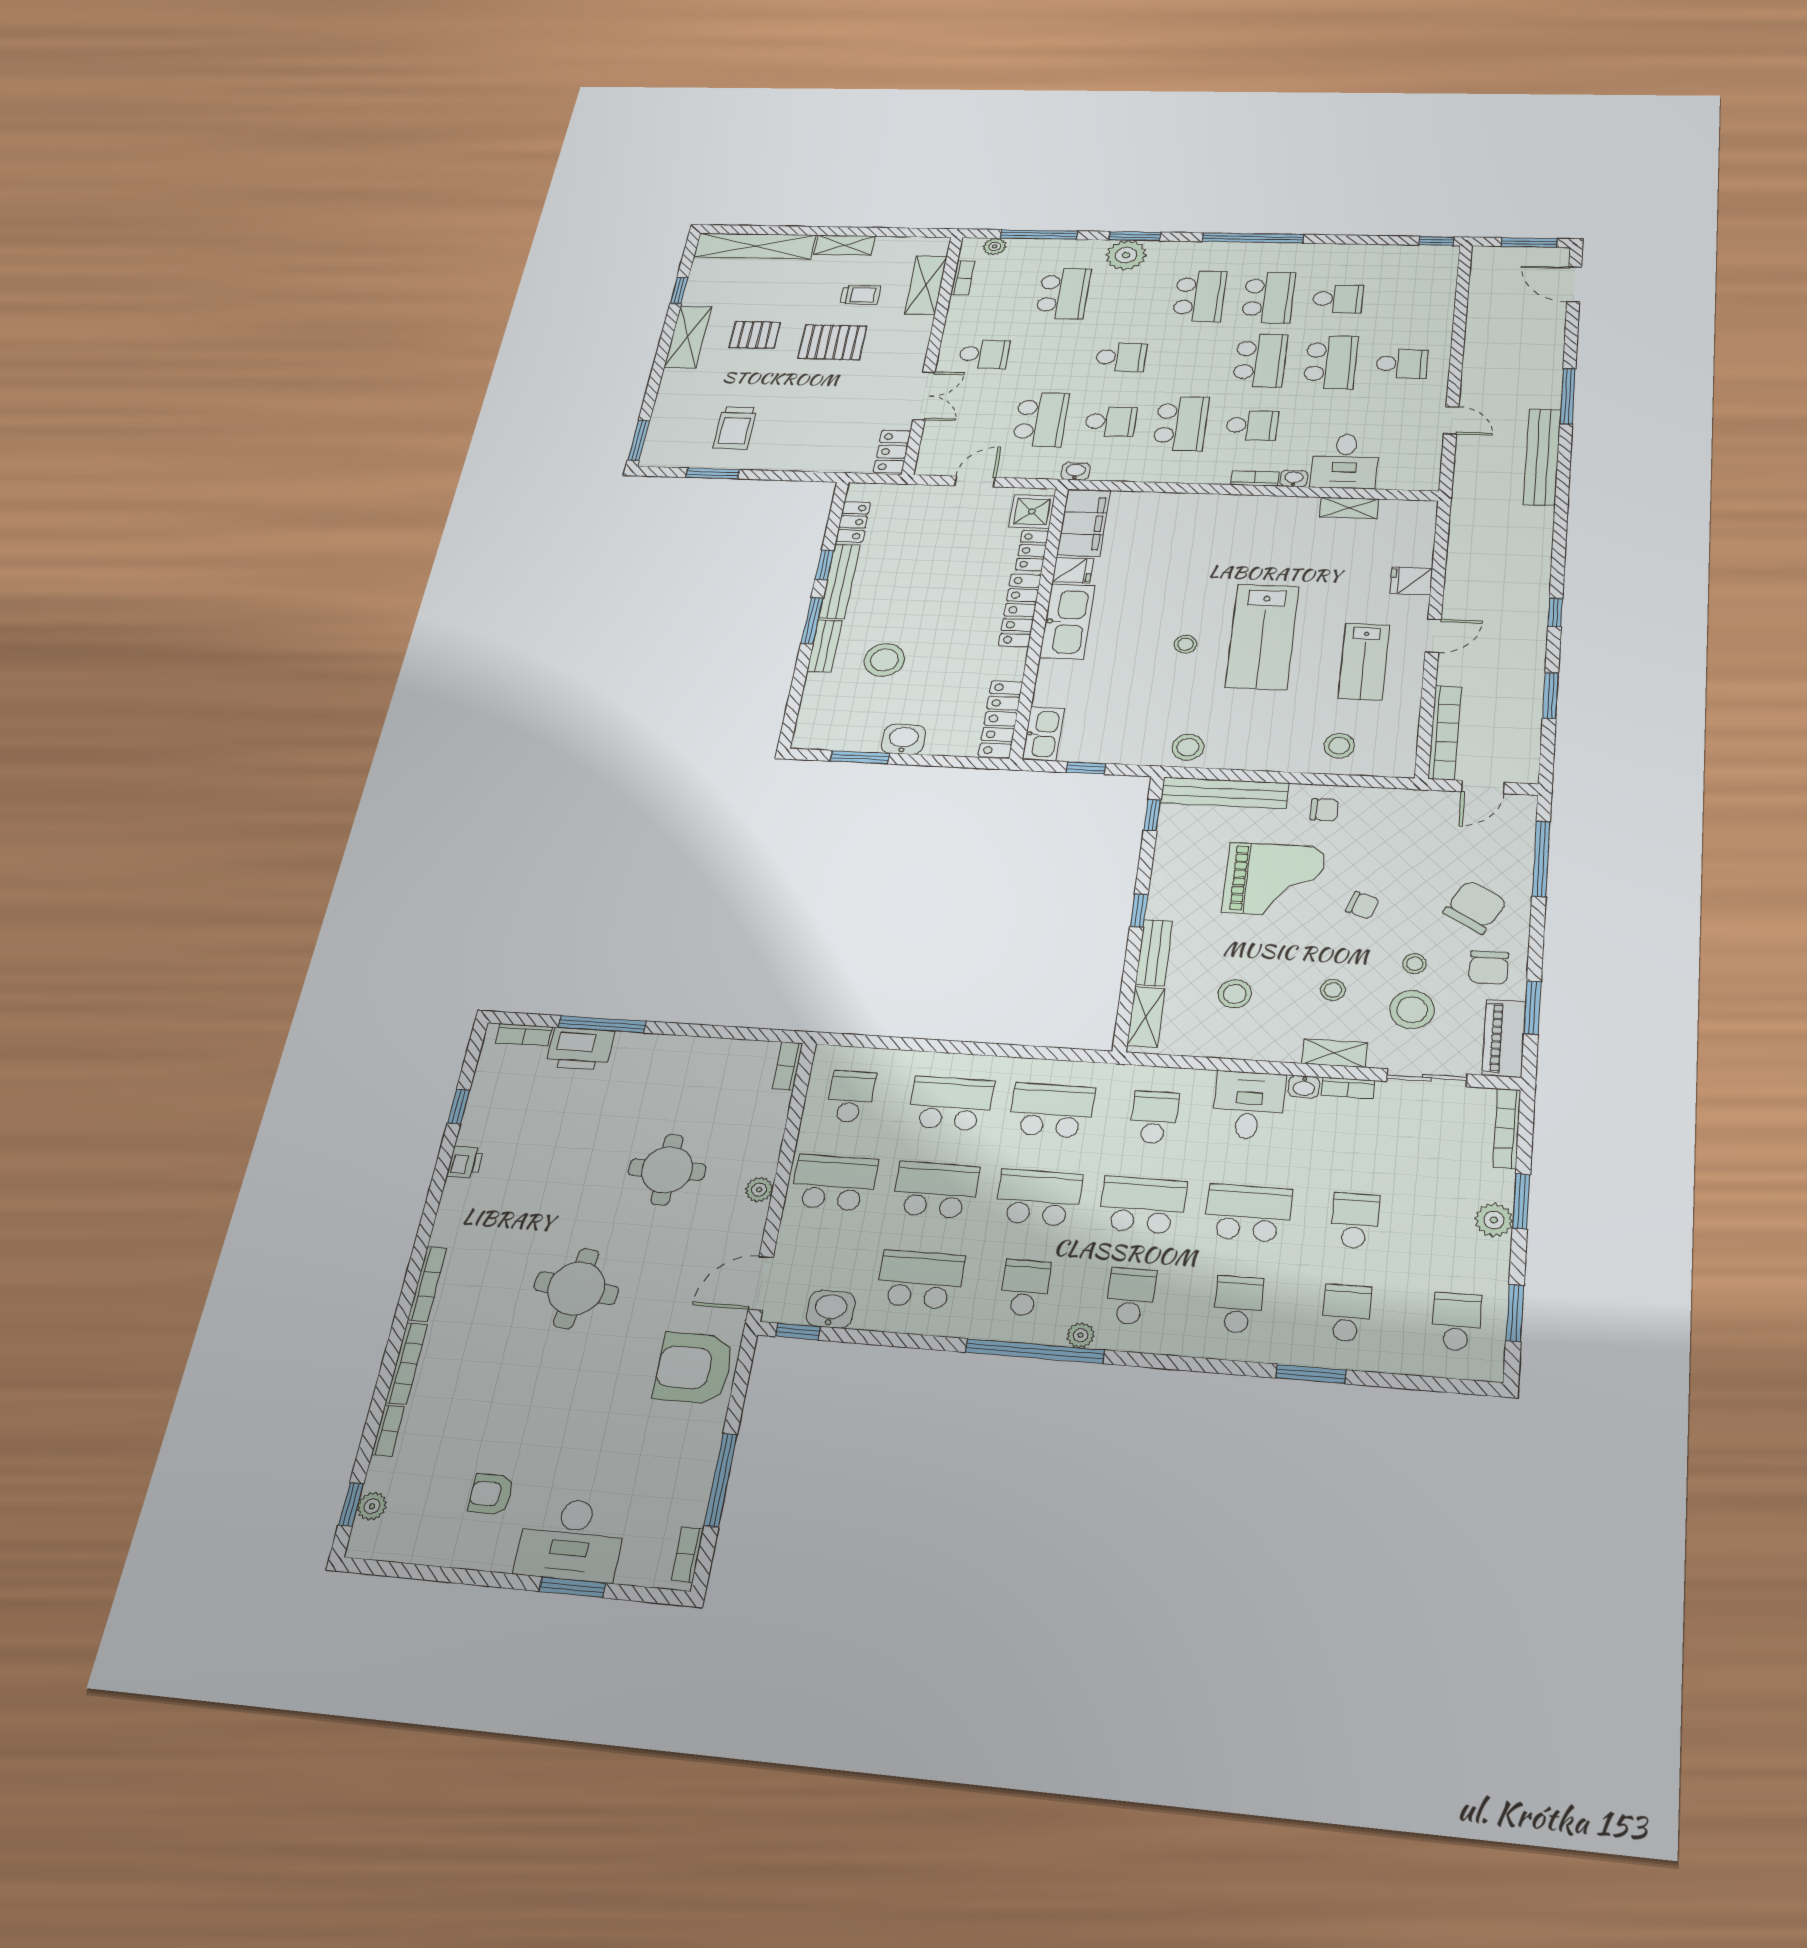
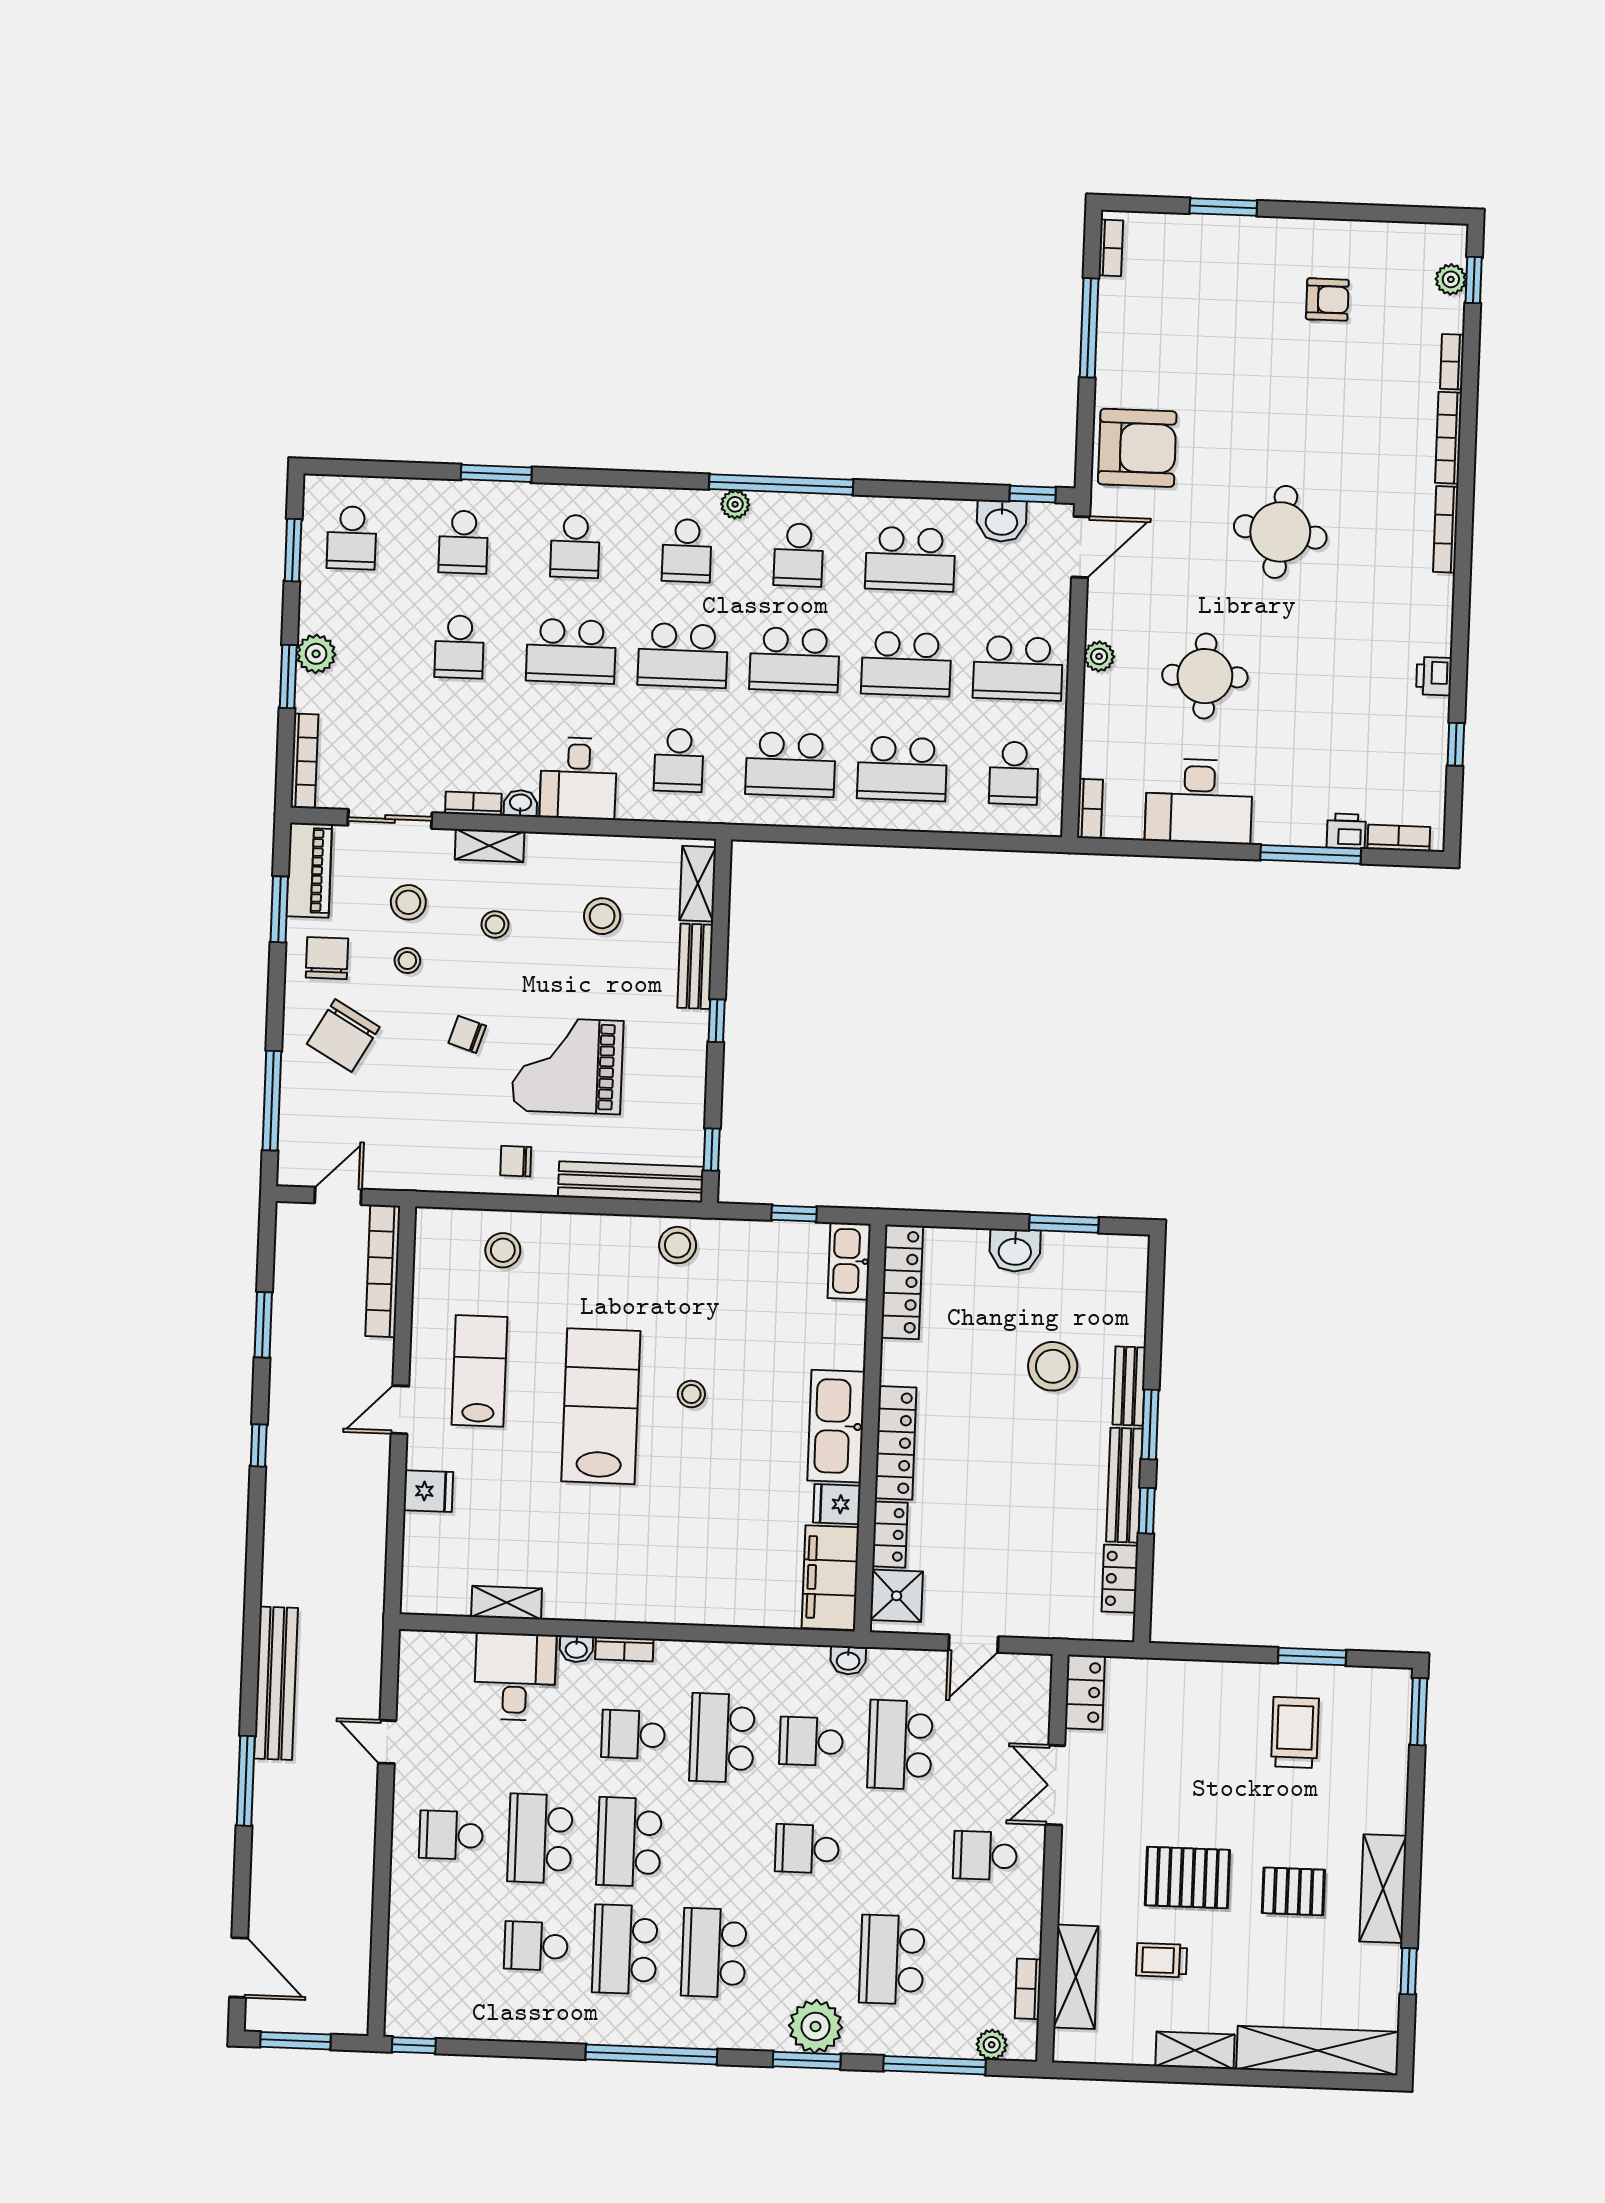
stool: (1412, 1010) -> (408, 902), width x0.73, depth x0.73
printer: (580, 1049) -> (1346, 831), width x0.53, depth x0.68
desk: (571, 1540) -> (1199, 801), moved, turned 180

